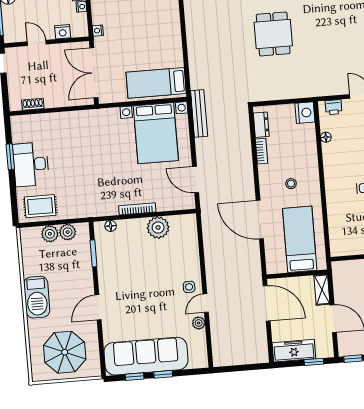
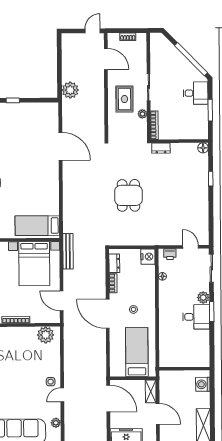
door: (260, 220) -> (108, 314), moved
plant: (158, 227) -> (46, 335), moved
plant: (199, 323) -> (56, 423), moved

